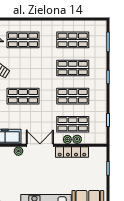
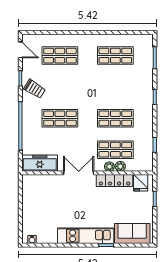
shop shelf: (73, 68) -> (115, 87), removed
plant: (18, 151) -> (55, 180), removed
fridge: (95, 154) -> (141, 183), added

